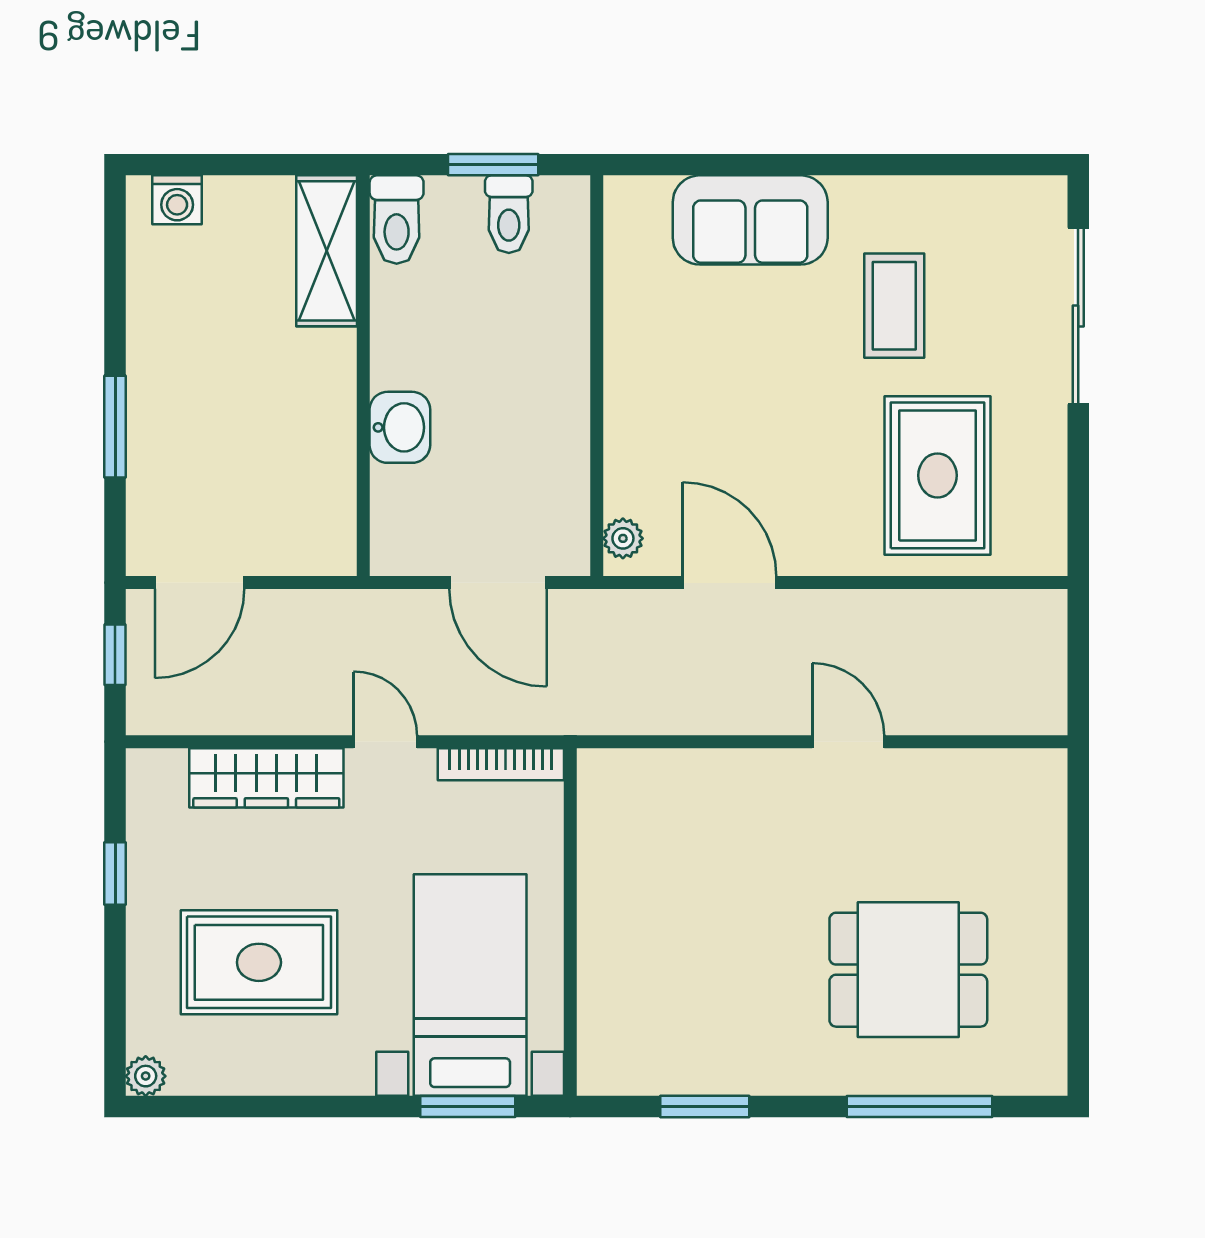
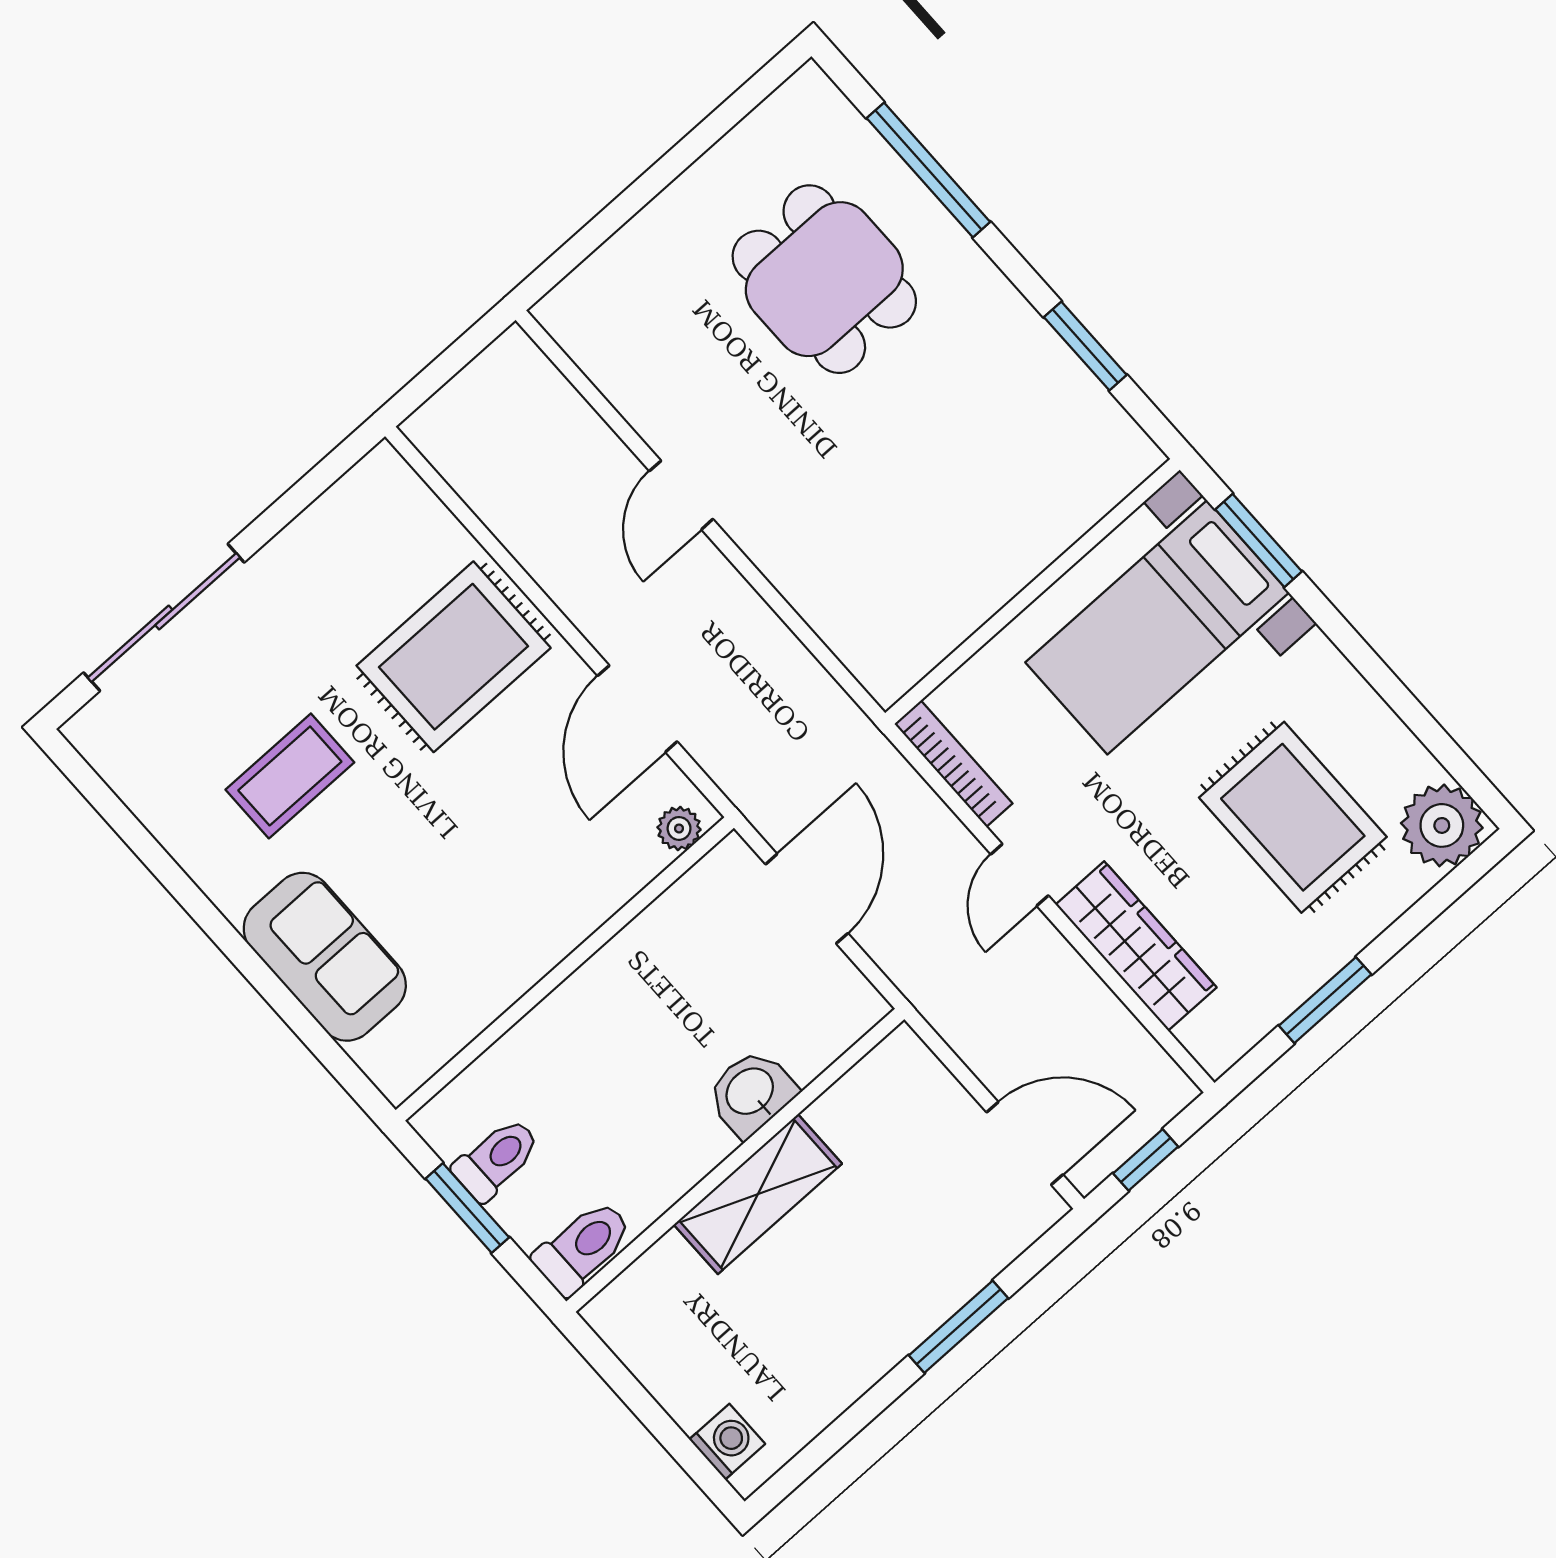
shelving: (327, 251) -> (758, 1194), moved
rug: (938, 475) -> (454, 657), moved
window: (115, 874) -> (1325, 1000), width x1.50
plant: (146, 1076) -> (1442, 825), width x1.87, depth x1.87

